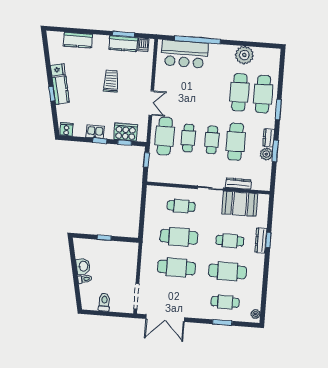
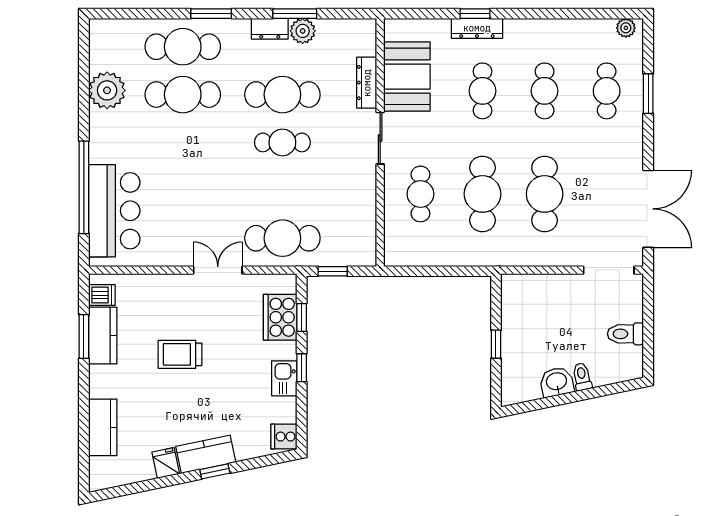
cafe table: (188, 138) -> (282, 190), removed
cafe table: (227, 271) -> (545, 91), width x0.73, depth x0.74

